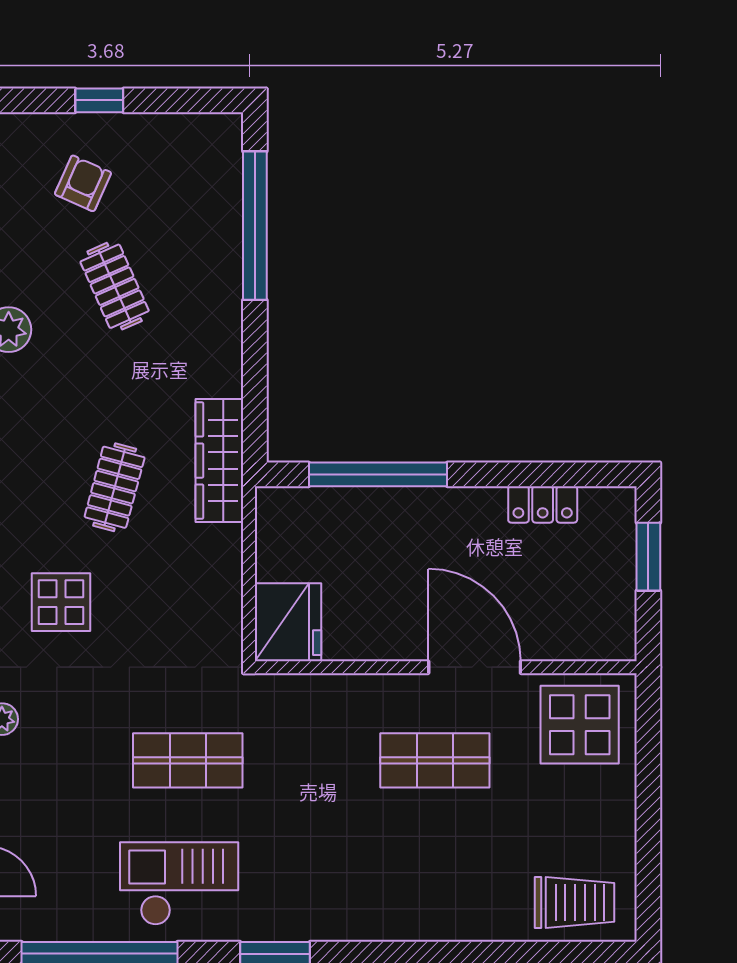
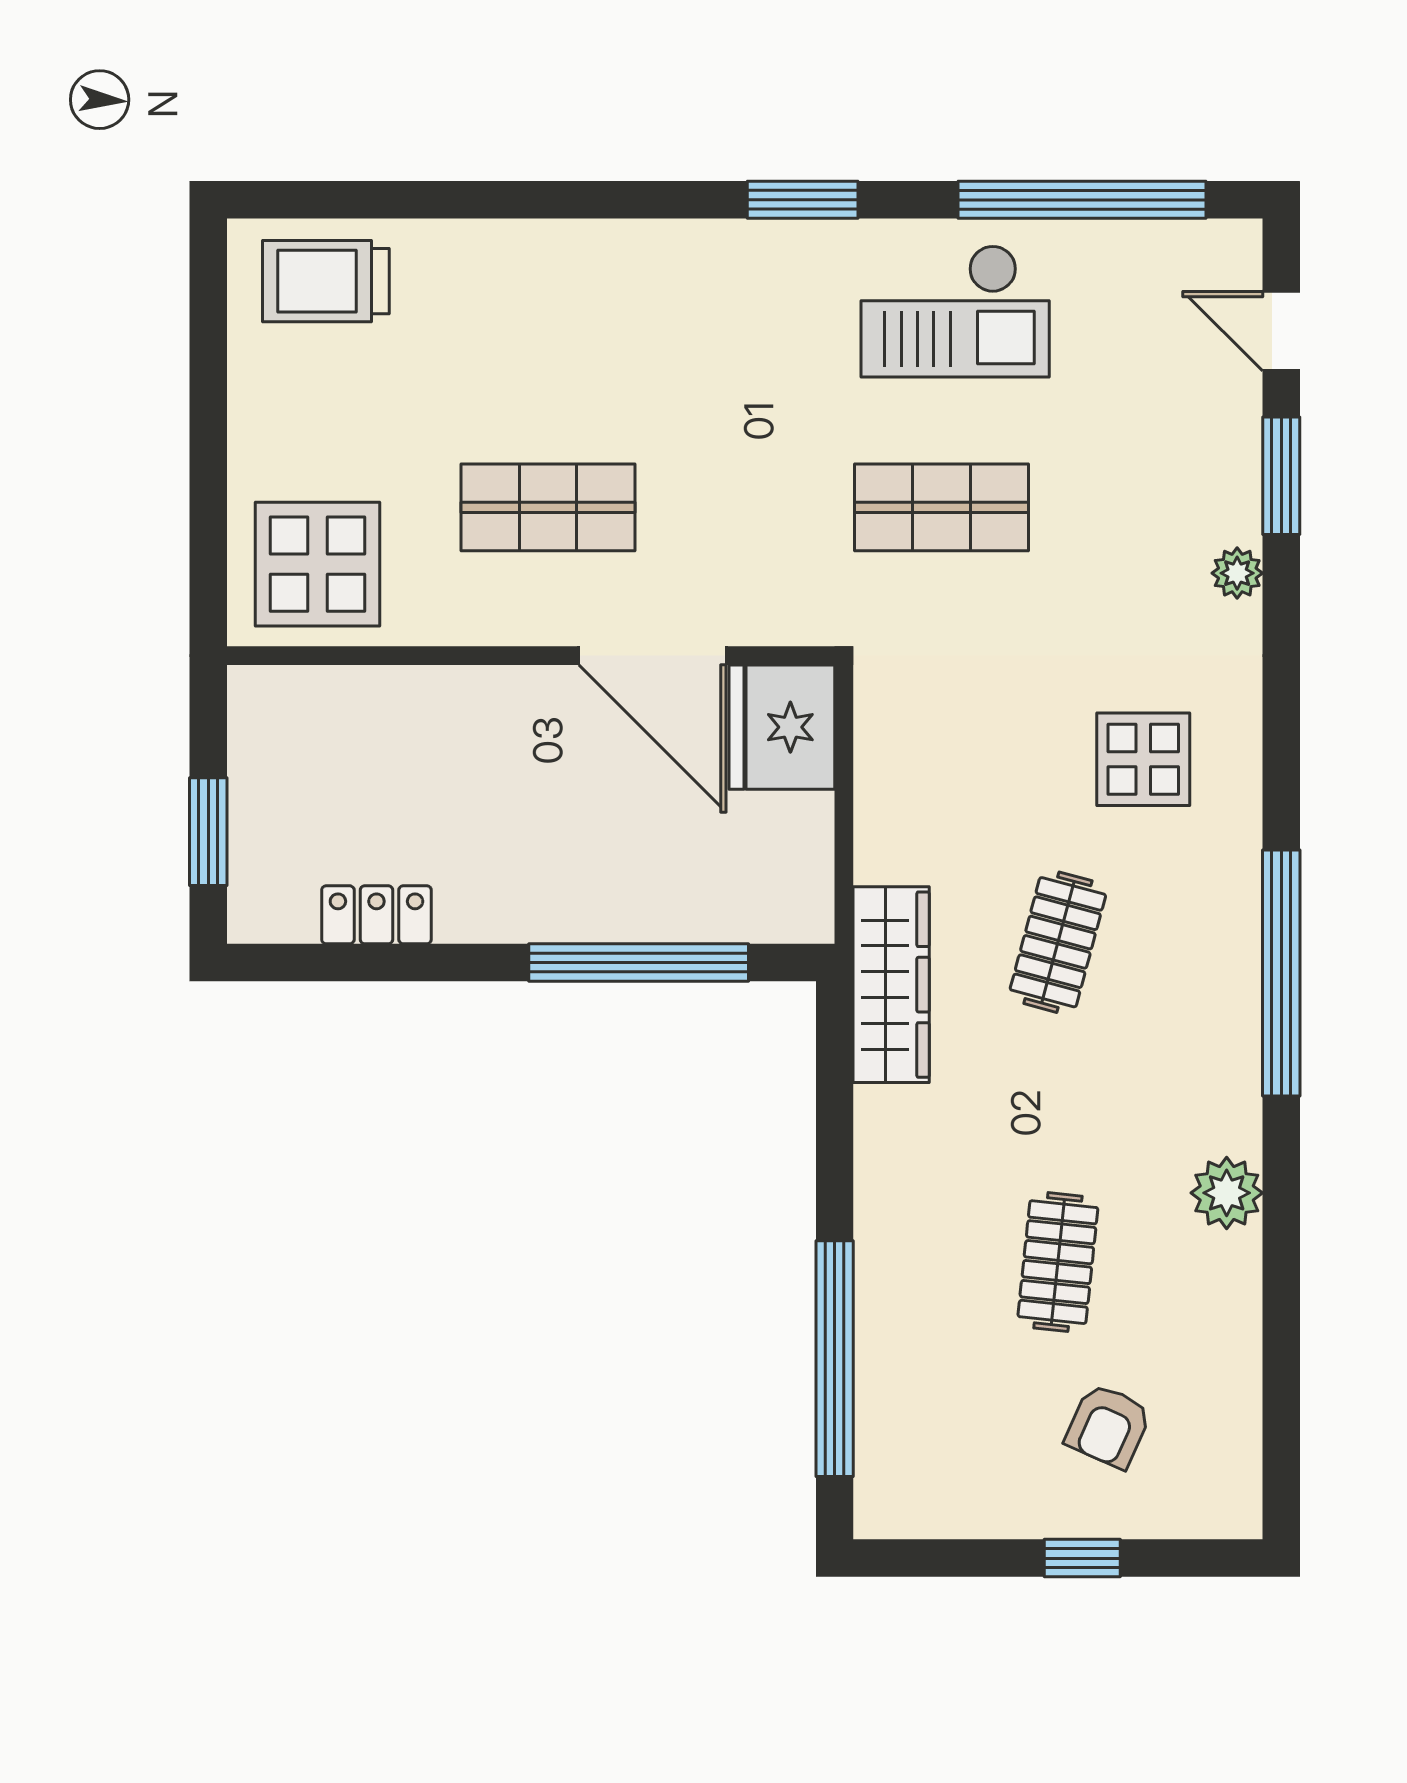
clothes rail: (115, 286) -> (1058, 1262), turned 30
door: (475, 667) -> (653, 656), moved

